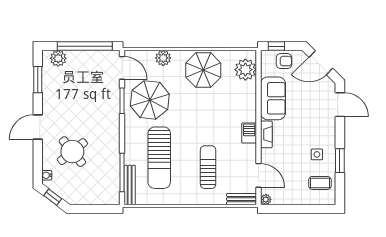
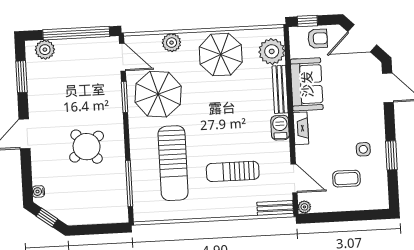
round table: (72, 152) -> (87, 147), moved
sun lounger: (208, 167) -> (233, 171), turned -90
coffee table: (320, 183) -> (346, 179), moved
bench: (130, 185) -> (280, 89), moved

